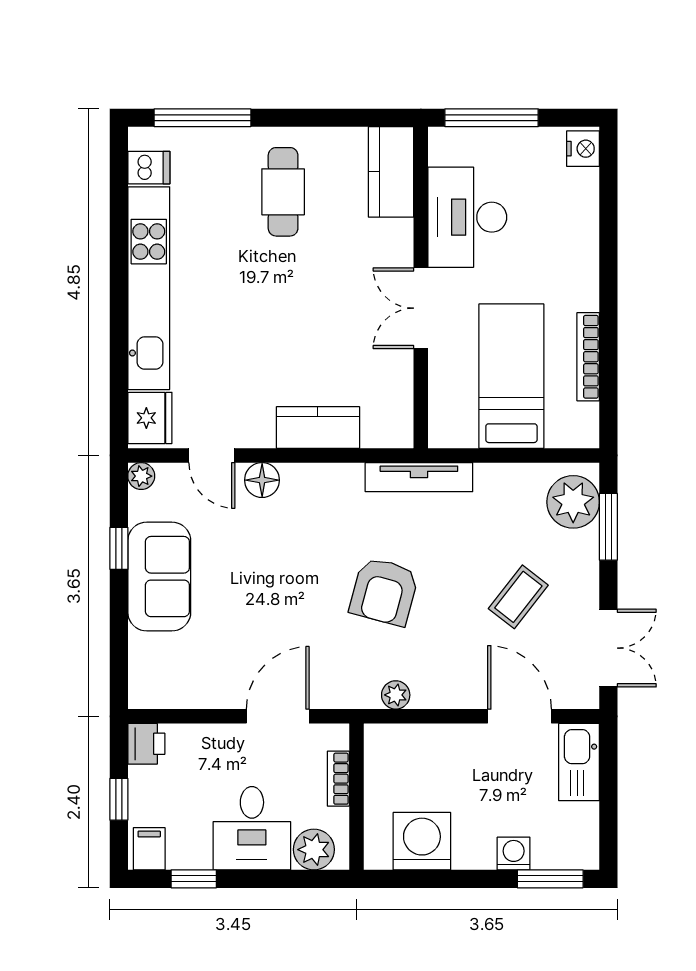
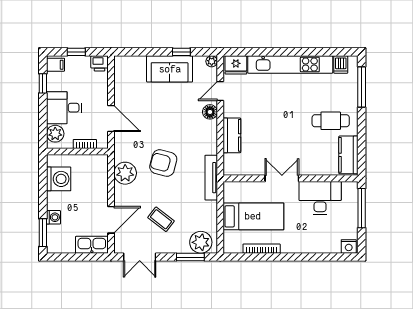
kitchen counter: (391, 172) -> (348, 155), moved, turned -90
plant: (396, 695) -> (125, 173), width x1.88, depth x1.88

